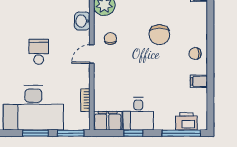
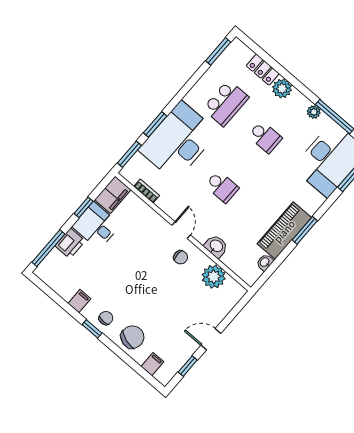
chair: (159, 35) -> (132, 337), moved, turned 107
window: (210, 57) -> (92, 329), added
printer: (186, 121) -> (70, 243), moved

